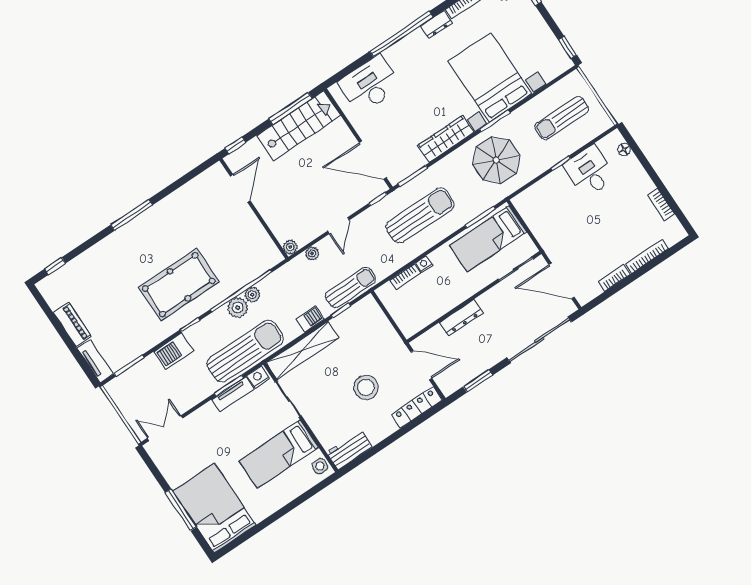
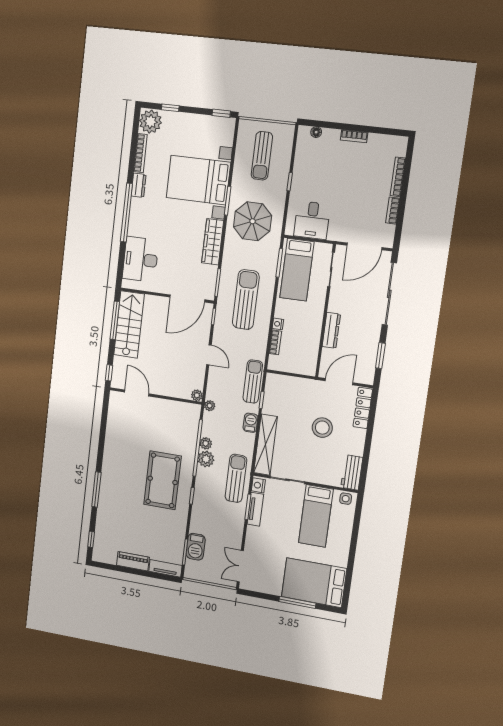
desk: (590, 171) -> (312, 220), moved, turned -90
bookcase: (661, 204) -> (354, 136), moved
window: (132, 215) -> (96, 489), moved
plant: (312, 253) -> (210, 406), moved
barbecue: (174, 351) -> (196, 547), moved
sun lounger: (245, 351) -> (236, 478), width x0.73, depth x0.75

